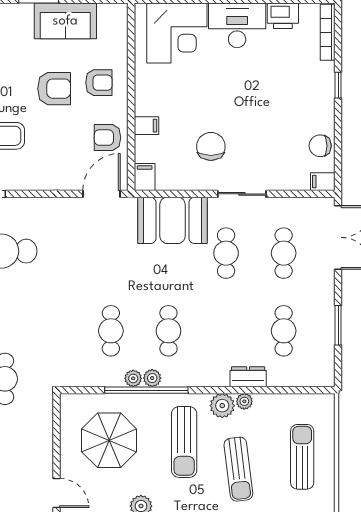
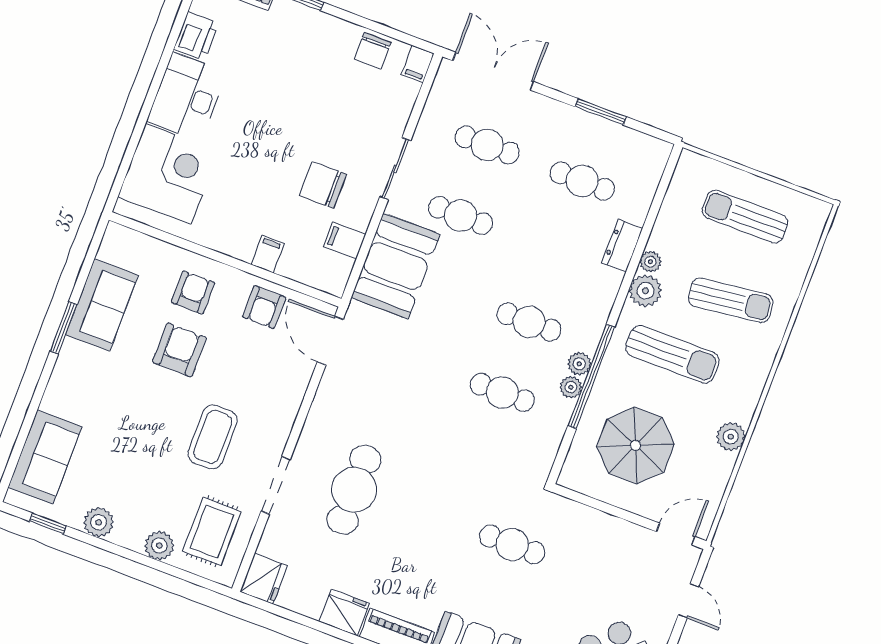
filing cabinet: (145, 177) -> (345, 240), moved

